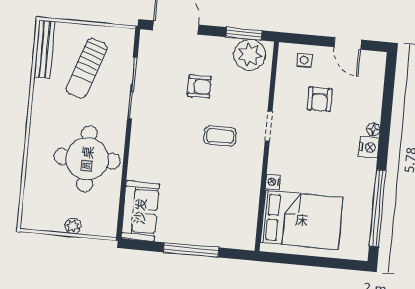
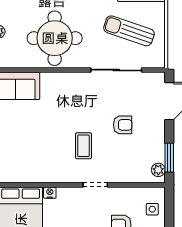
plant: (250, 55) -> (158, 170), width x0.53, depth x0.53
armchair: (199, 86) -> (123, 125), turned -90

